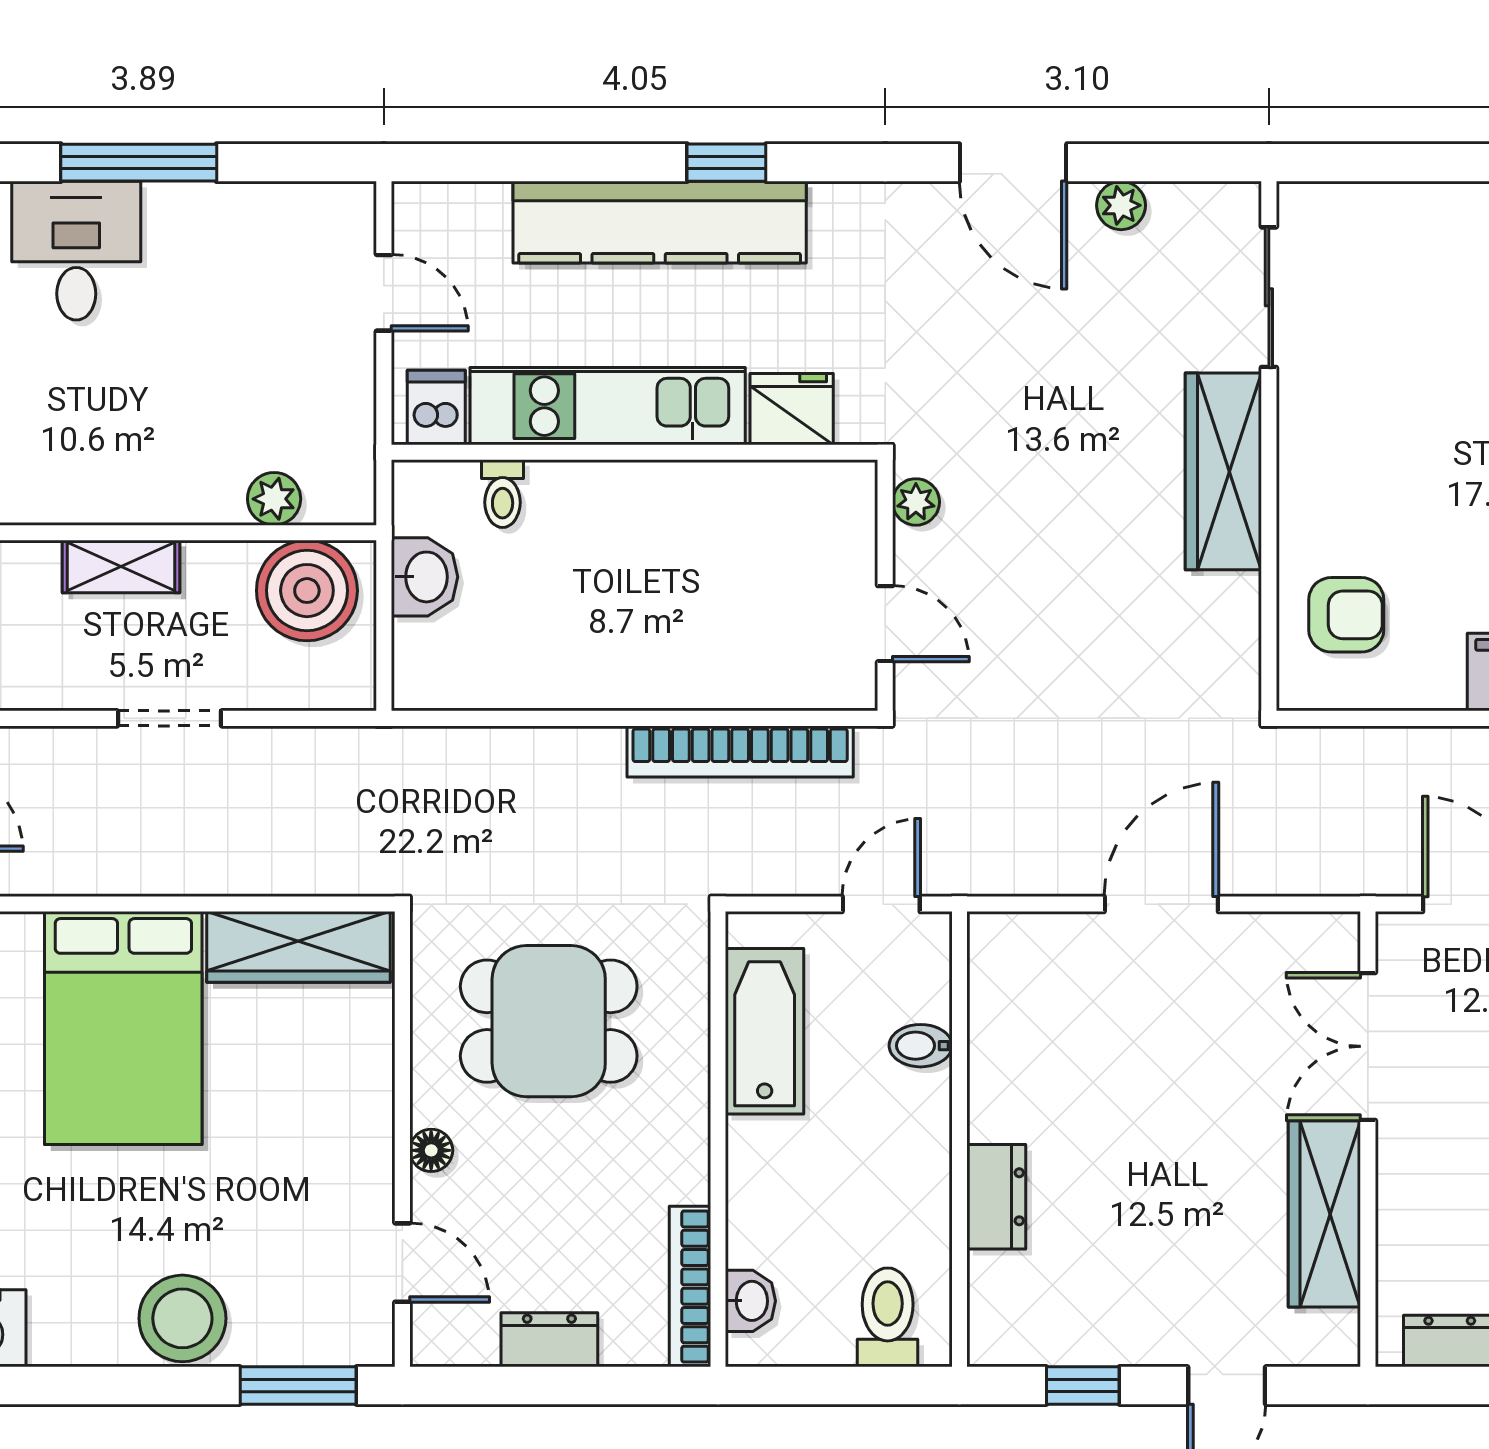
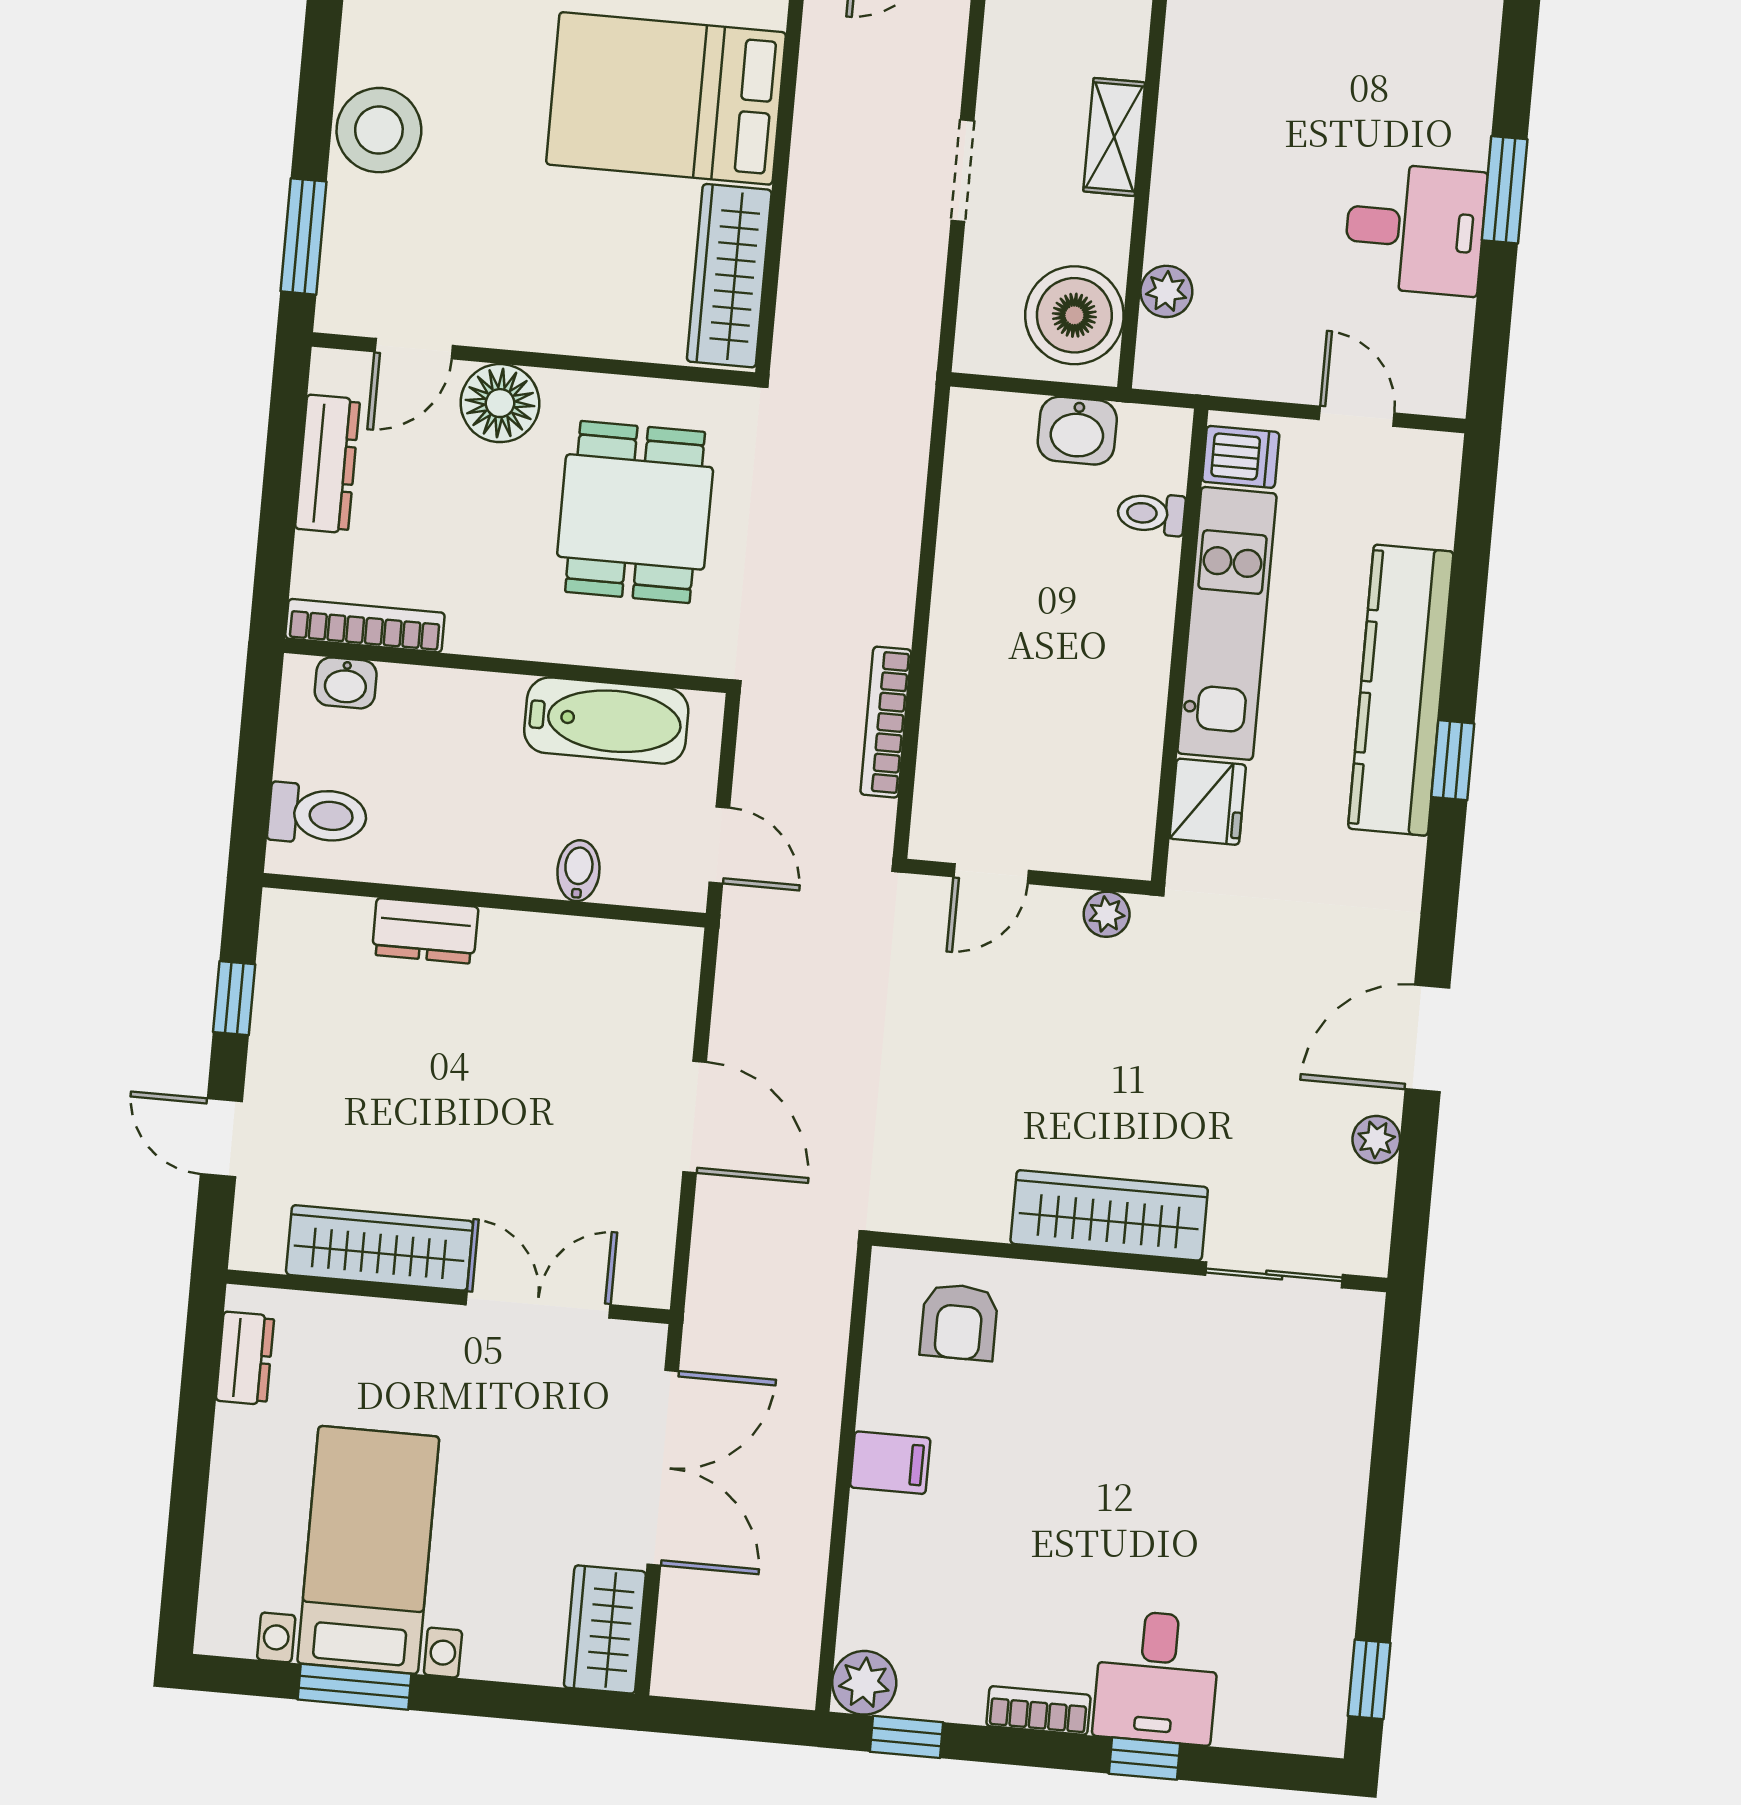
window: (139, 163) -> (1505, 190), width x0.69
desk: (76, 251) -> (1415, 229), moved
door: (384, 293) -> (1357, 416), swing flipped
bookcase: (740, 751) -> (886, 722), width x0.68, depth x0.76
floor lamp: (431, 1150) -> (500, 403), width x1.89, depth x1.89
dresser: (549, 1340) -> (328, 464), width x1.44

